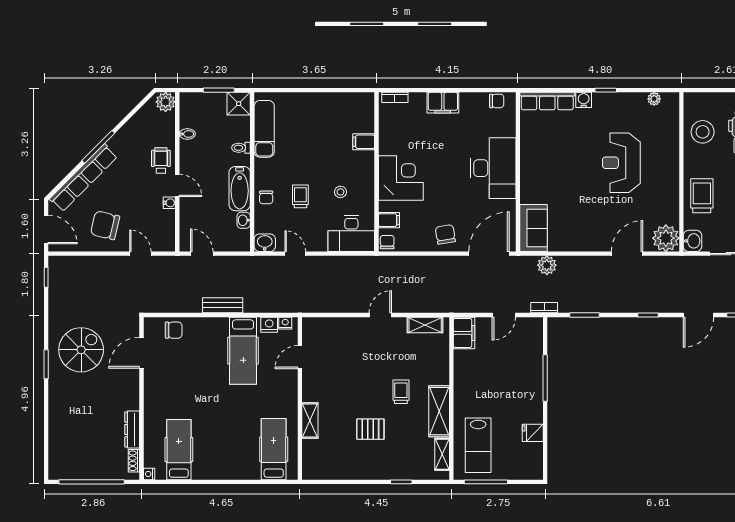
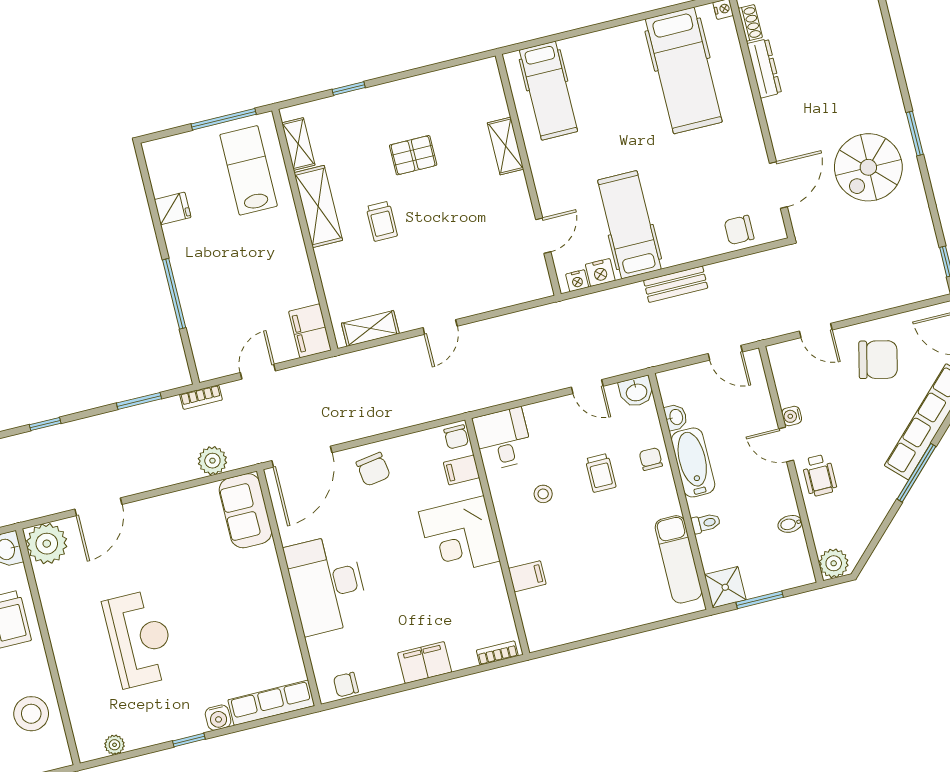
desk: (351, 234) -> (503, 439), width x0.73
hospital bed: (179, 450) -> (684, 70), width x1.37, depth x1.29

